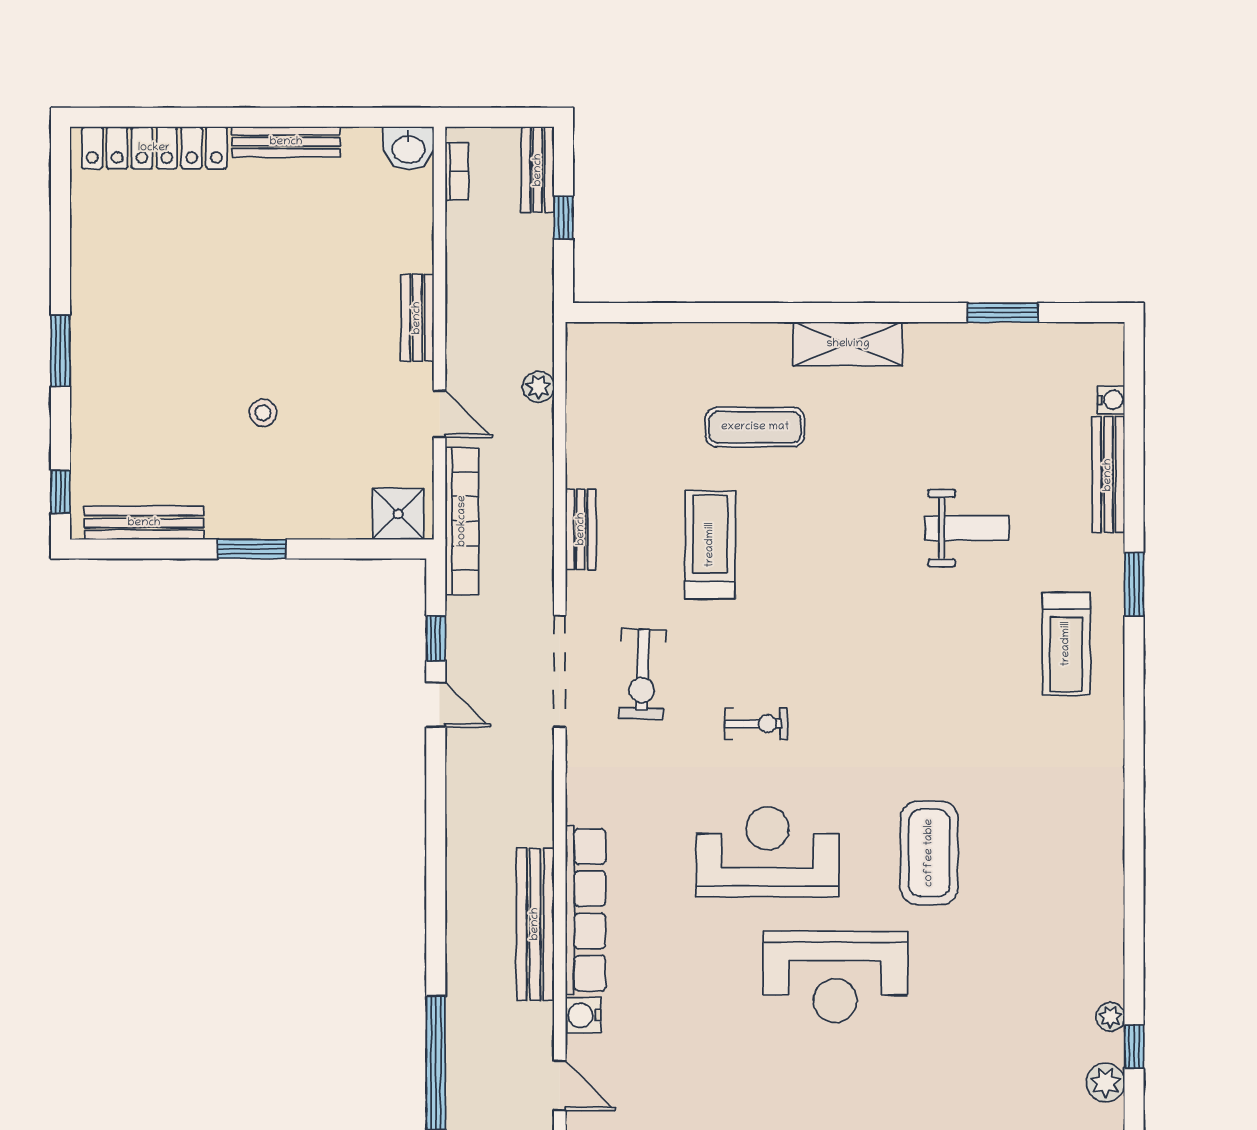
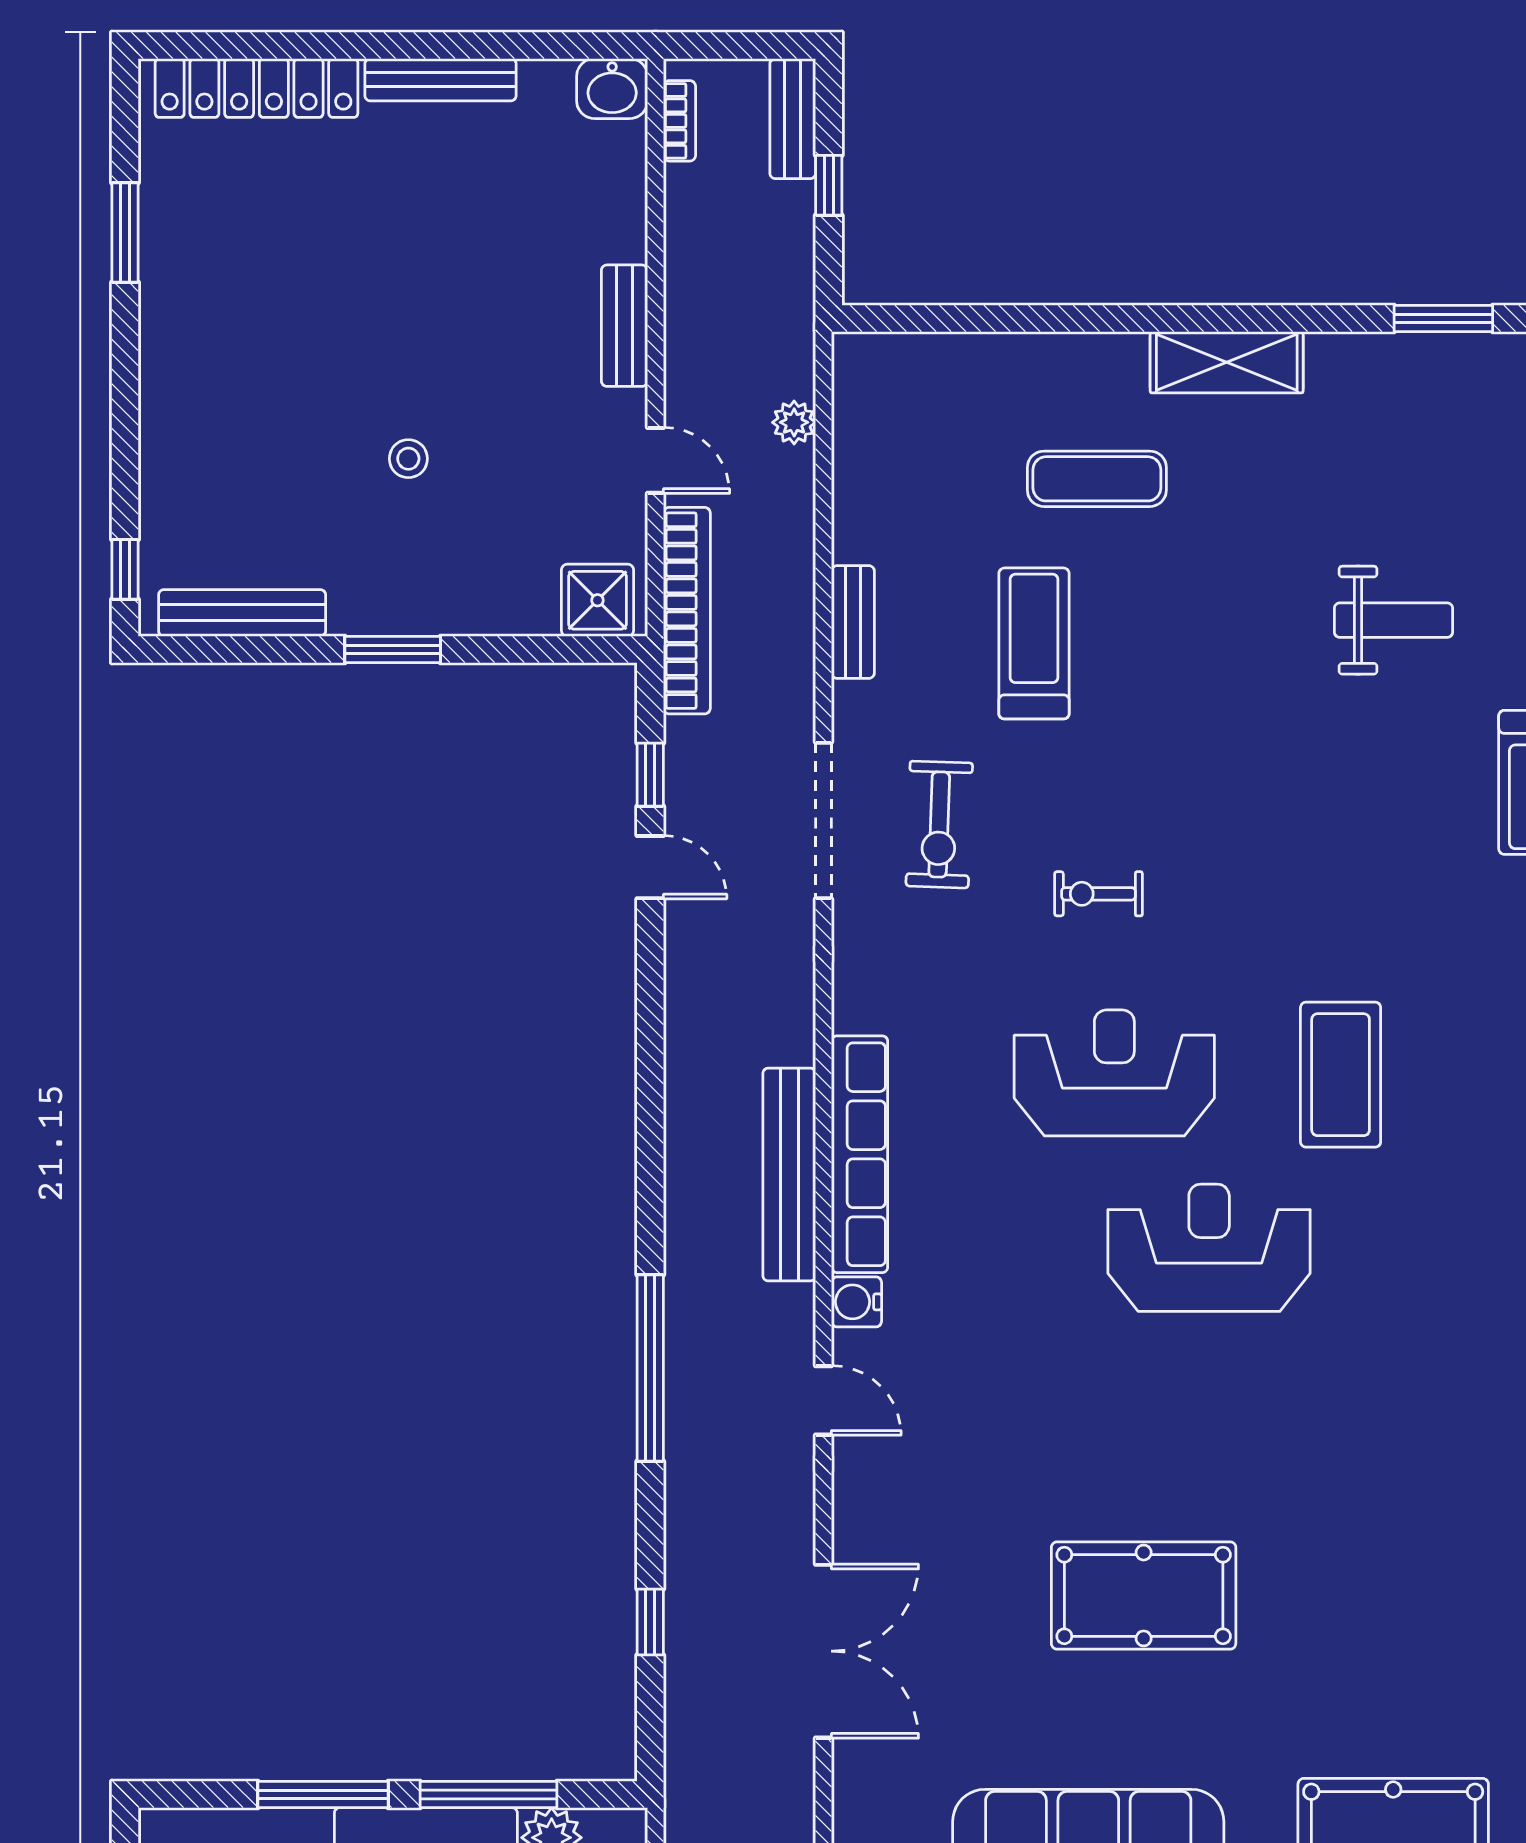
window: (60, 351) -> (125, 233), moved
exercise bike: (756, 724) -> (1098, 894), turned 180
reception desk: (835, 977) -> (1209, 1248), turned 180

